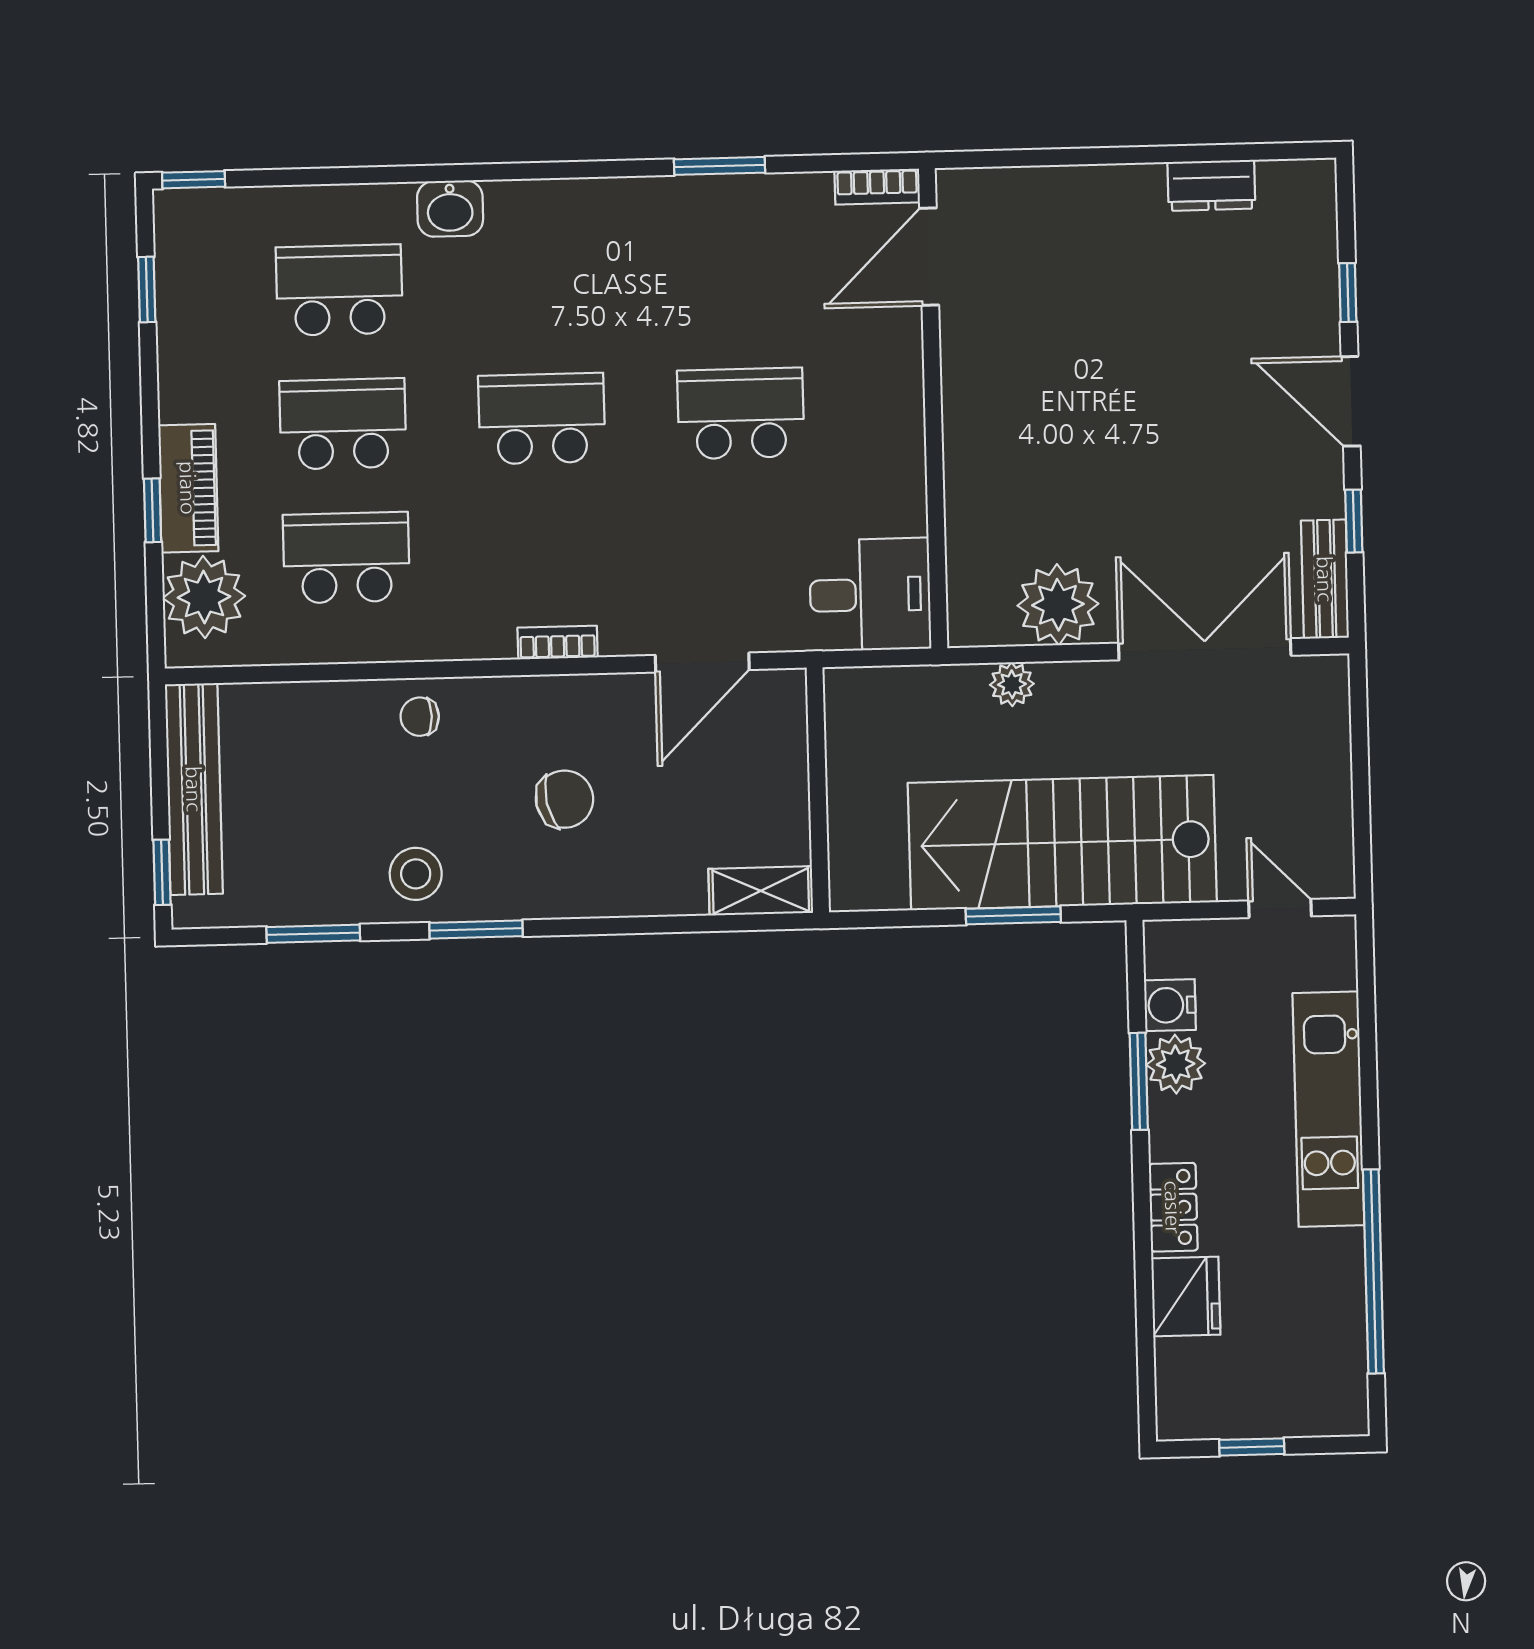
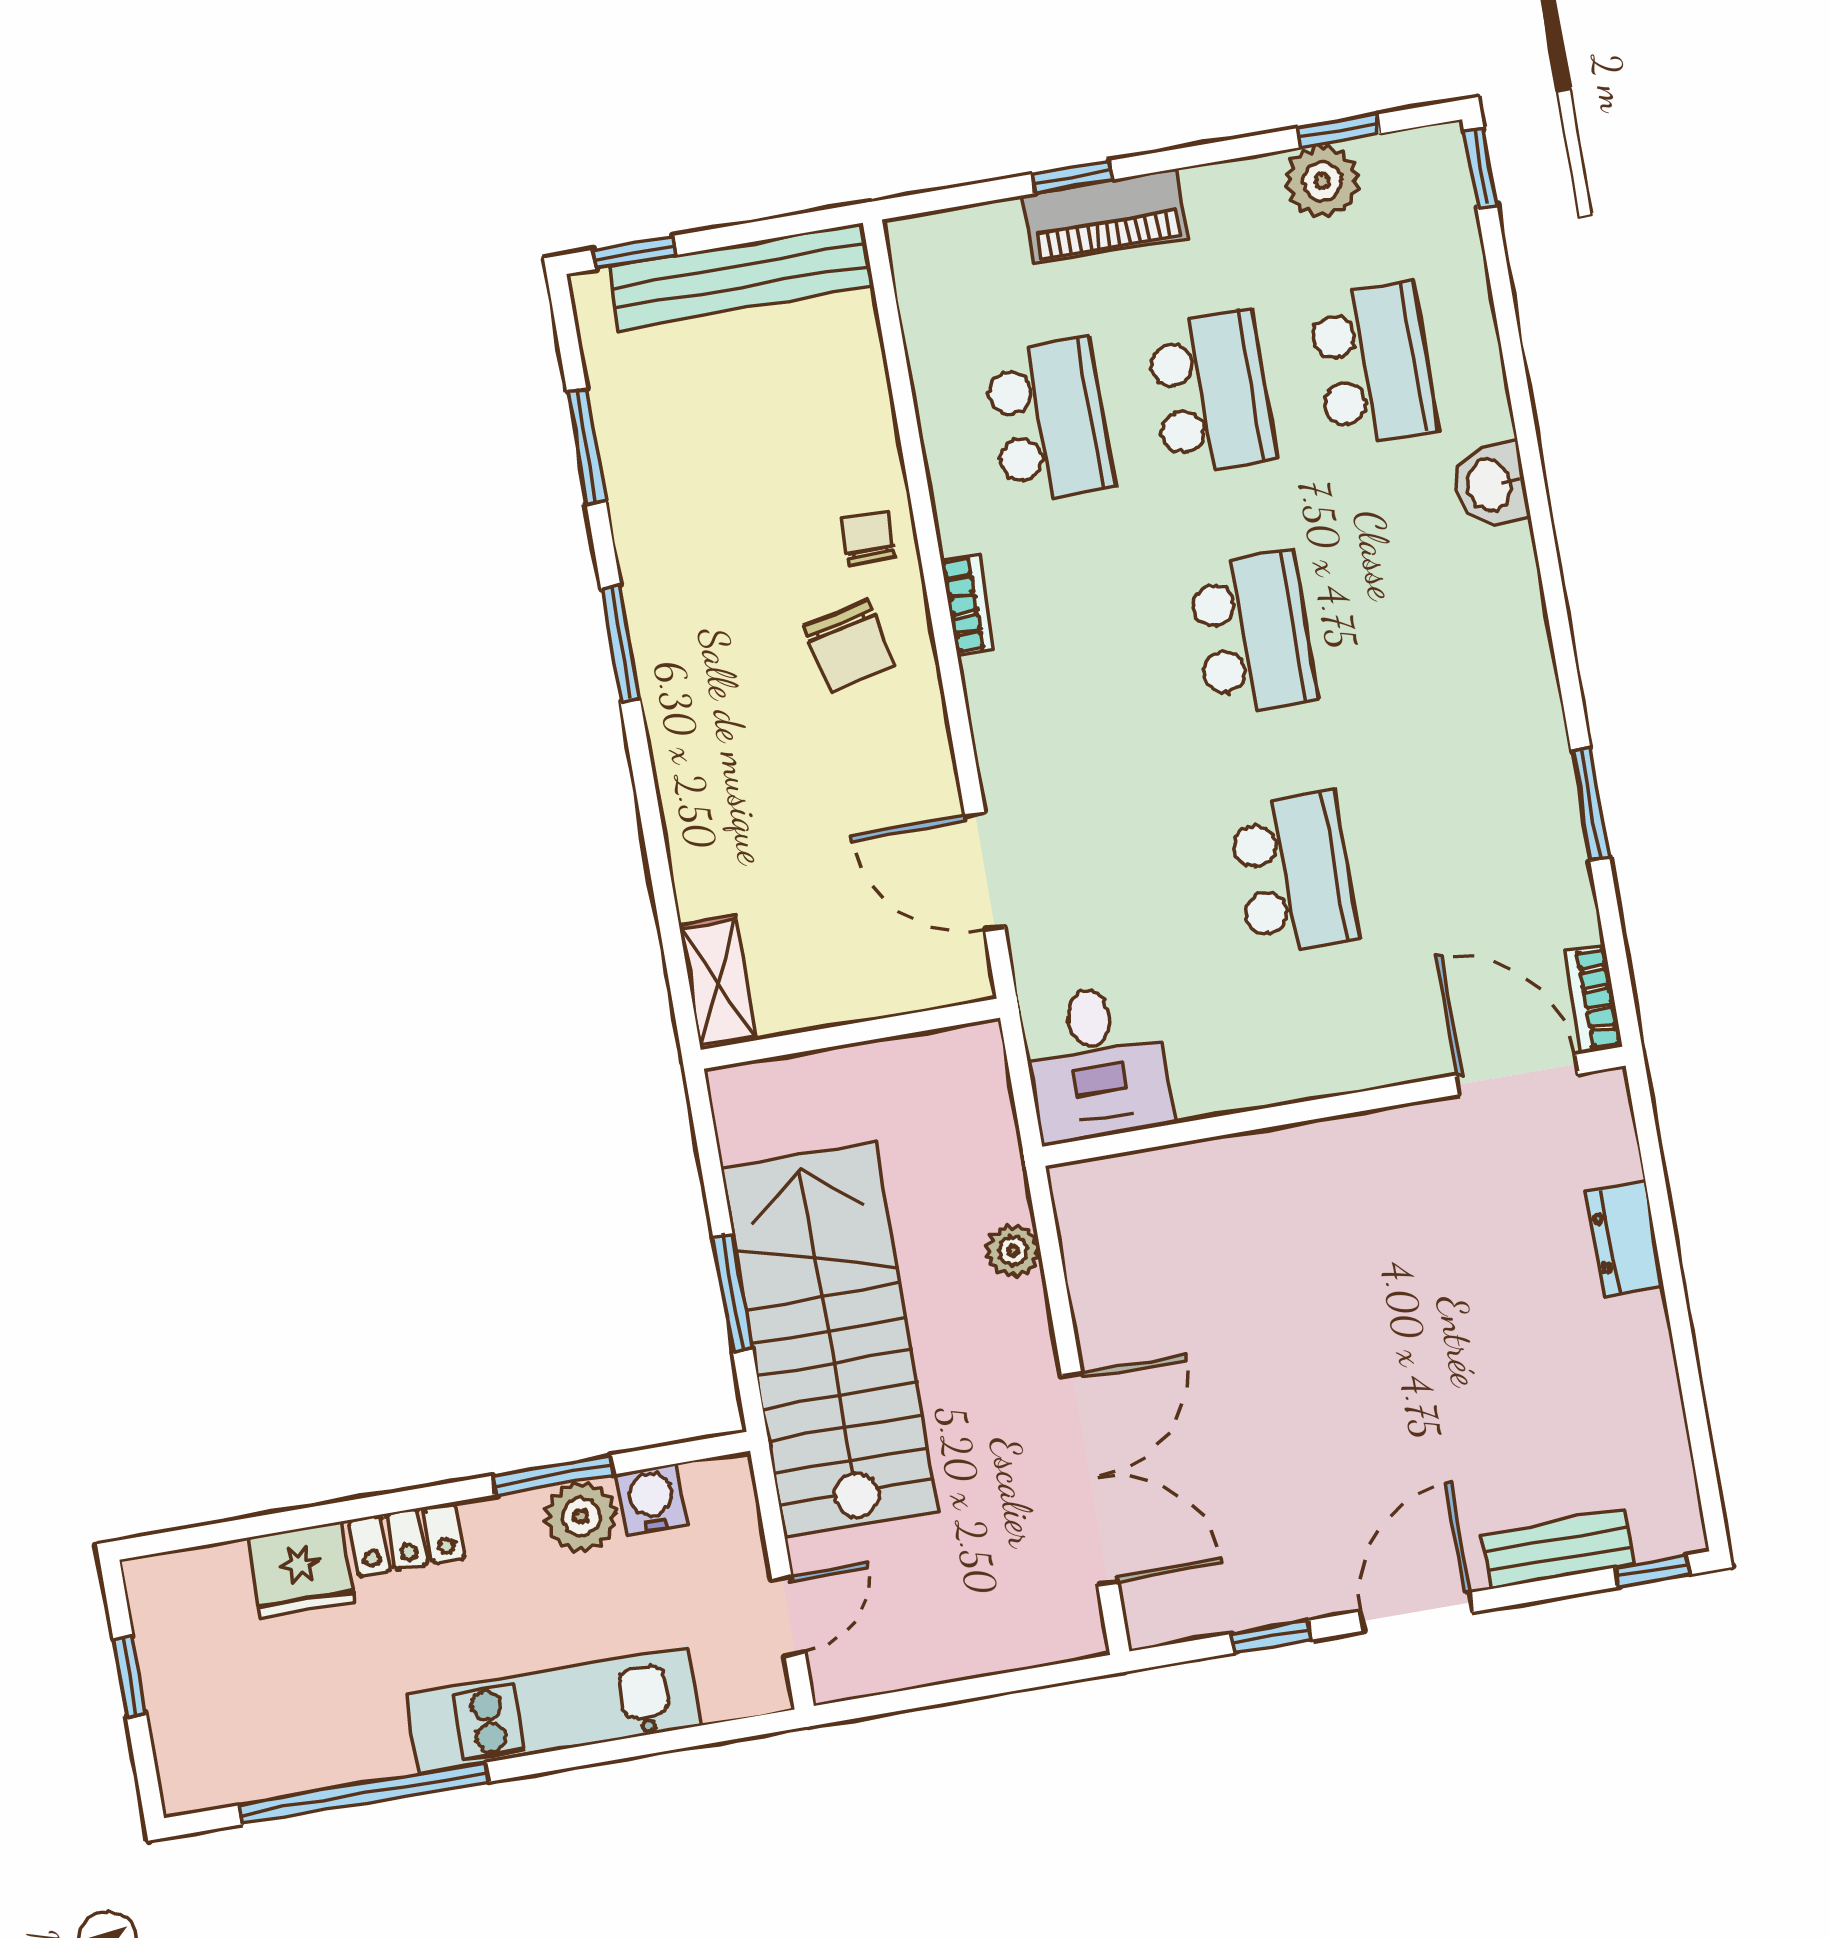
dresser: (1211, 185) -> (1625, 1239), moved
window: (1348, 293) -> (1653, 1571), moved
bench: (1325, 579) -> (1558, 1549), moved
plant: (204, 597) -> (1322, 181), moved, width x0.73, depth x0.73
plant: (1058, 605) -> (1118, 1292), removed
bookcase: (558, 643) -> (968, 604), moved
chair: (565, 799) -> (849, 645), moved
stool: (416, 874) -> (677, 561), removed

